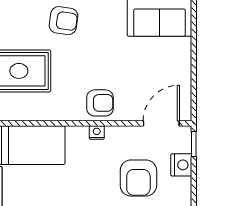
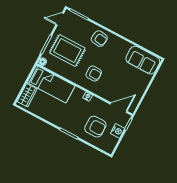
armchair: (100, 103) -> (94, 74), moved
armchair: (138, 178) -> (95, 127), turned -90

